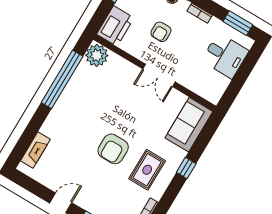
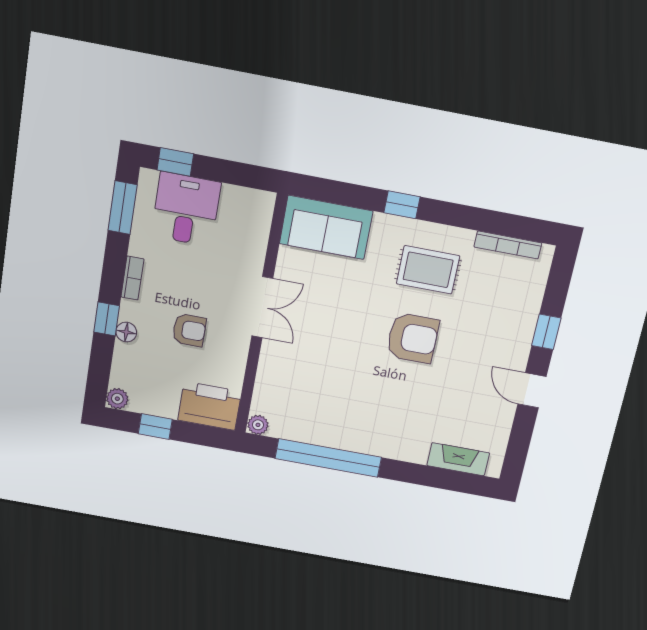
plant: (97, 55) -> (258, 425), width x0.53, depth x0.53
window: (251, 60) -> (175, 162), added

